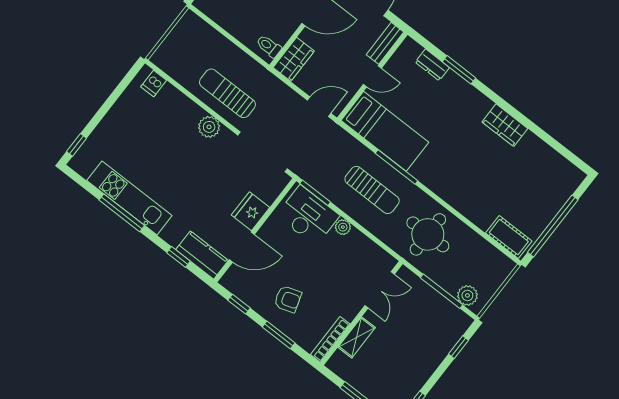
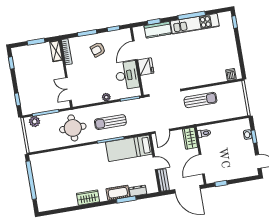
door: (372, 76) -> (155, 163), swing flipped
plant: (209, 127) -> (194, 81), removed
desk: (308, 216) -> (127, 75), moved, turned -90
cot: (509, 237) -> (118, 193), moved
kitchen counter: (202, 255) -> (158, 30), moved
shelving: (357, 337) -> (56, 51), moved

